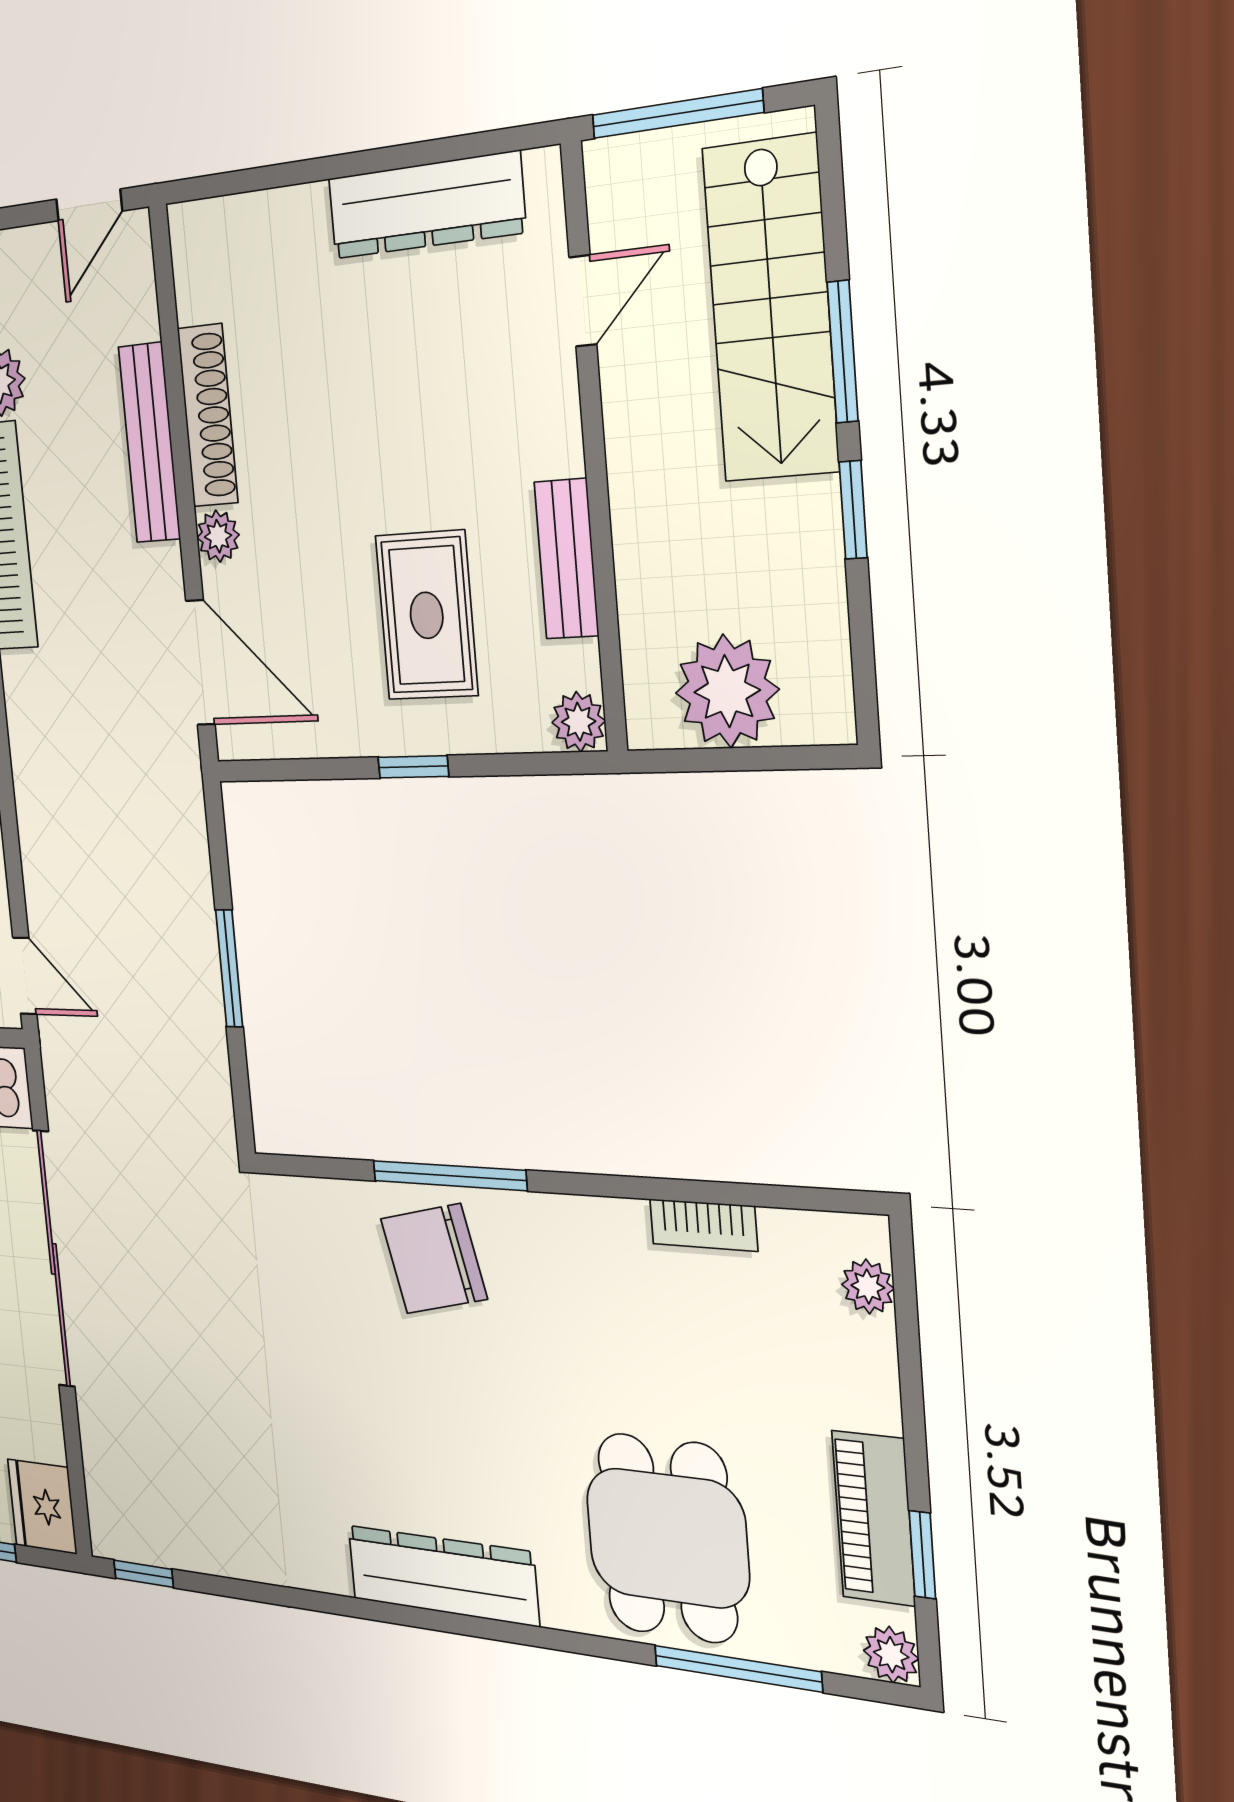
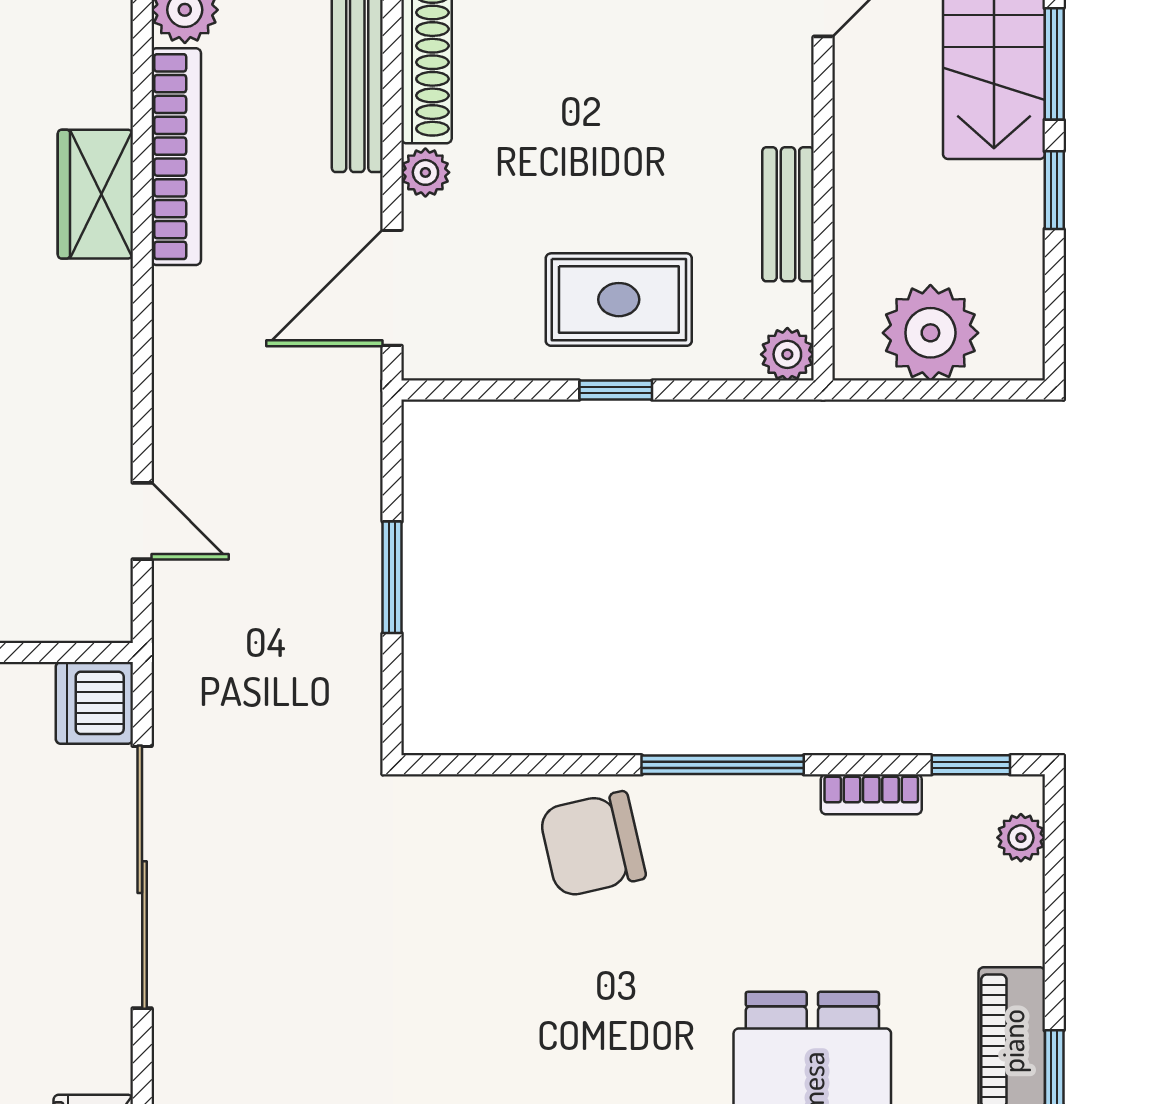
rug: (427, 615) -> (619, 300), moved, turned 90
door: (200, 663) -> (392, 288), swing flipped
door: (25, 976) -> (142, 521), moved
window: (449, 1176) -> (723, 765), moved
window: (807, 1199) -> (971, 765), added

